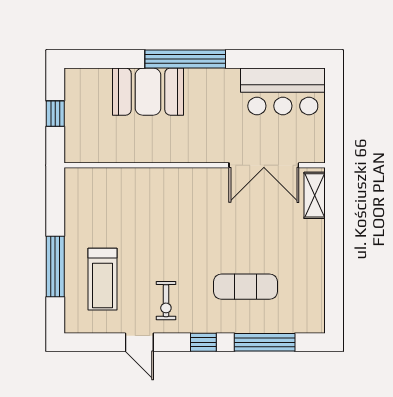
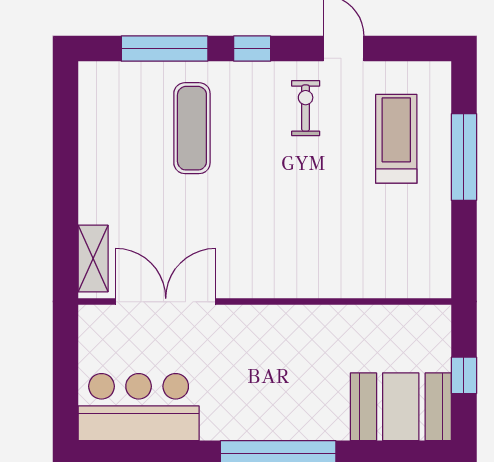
booth: (148, 92) -> (401, 407), moved
exercise mat: (246, 287) -> (192, 128), turned 90

